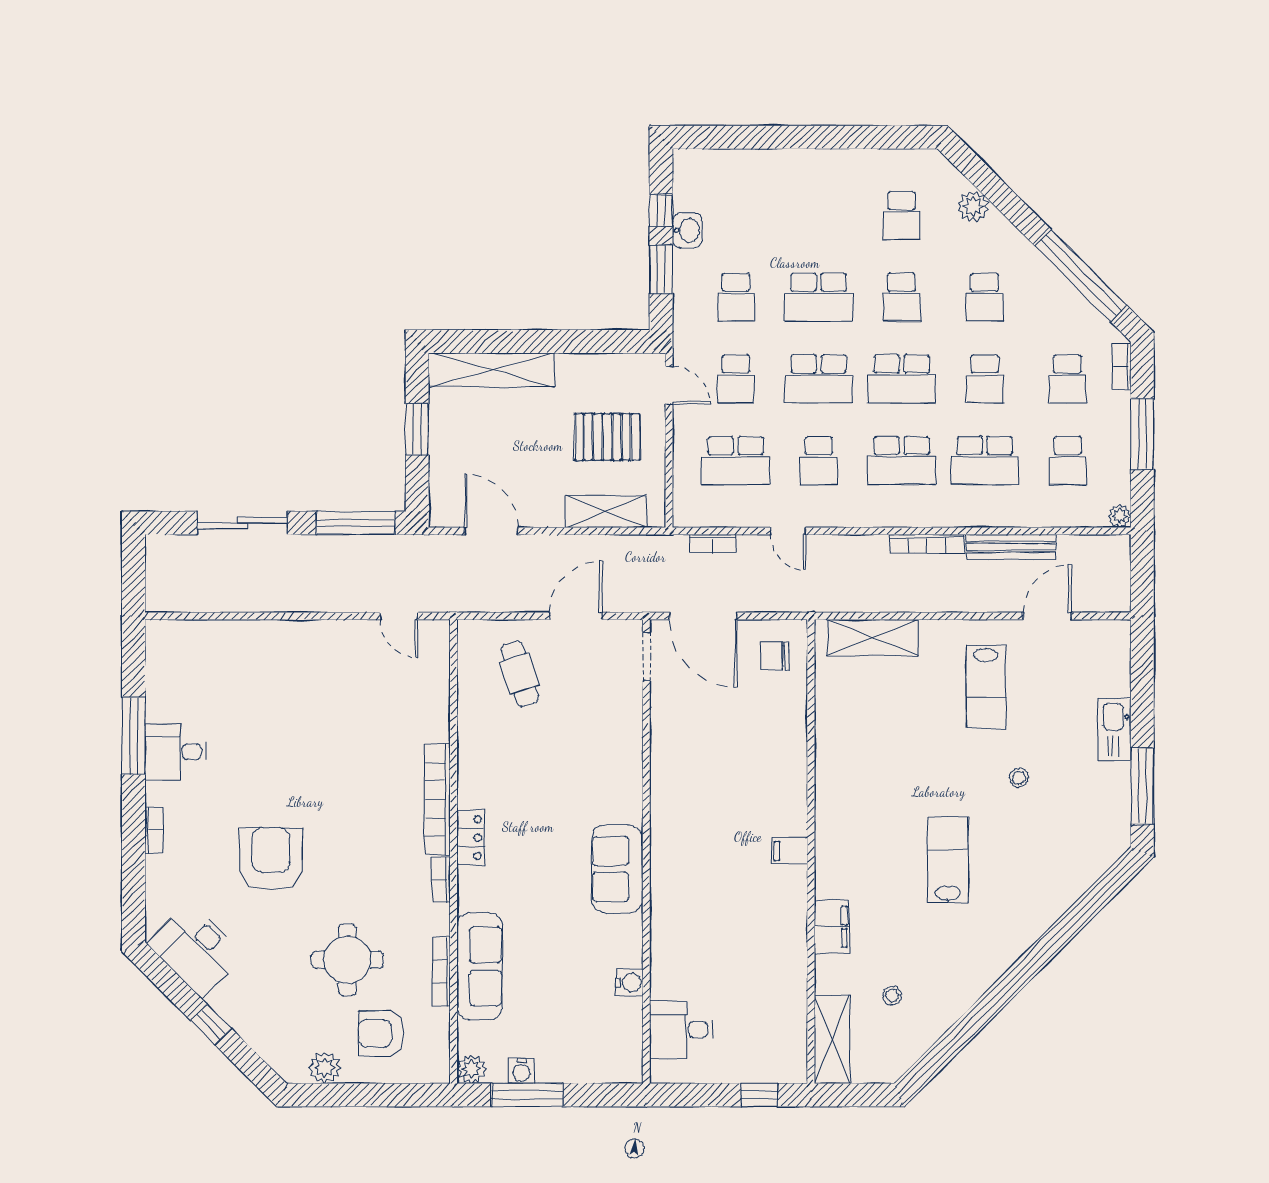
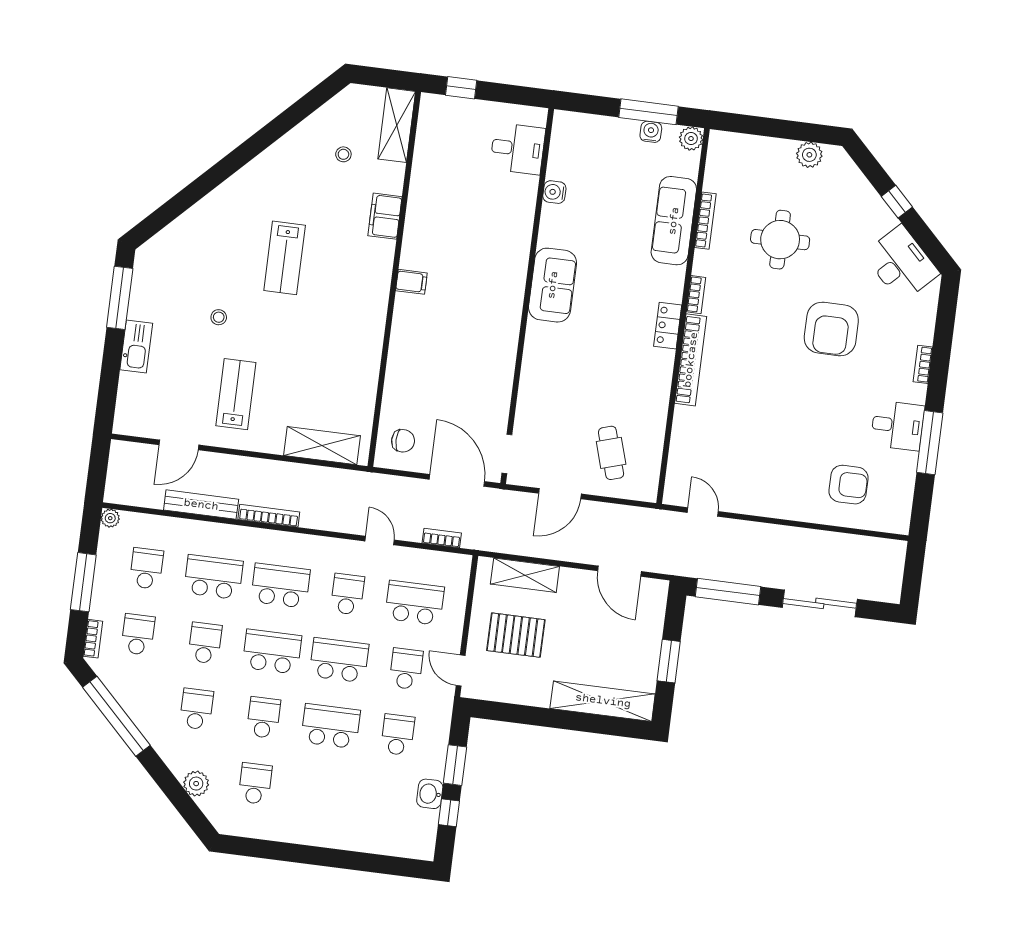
armchair: (381, 1033) -> (849, 485), moved

